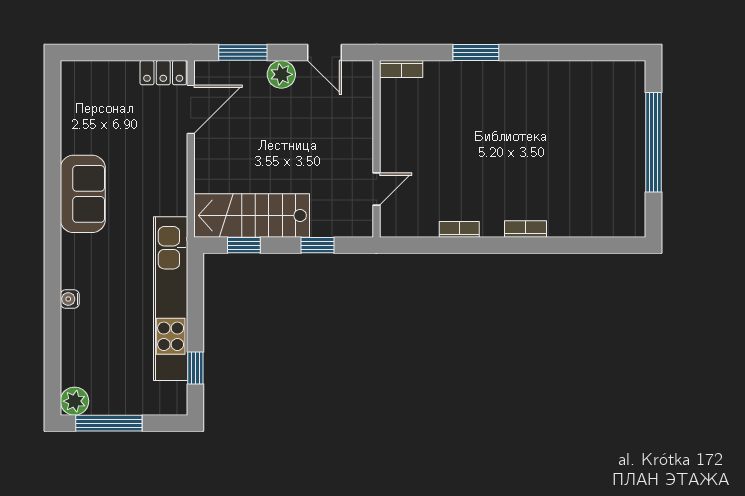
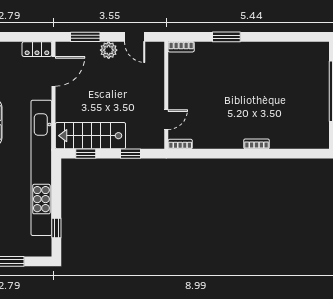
bookcase: (459, 229) -> (180, 144), moved
kitchen unit: (171, 299) -> (41, 168), width x1.36

